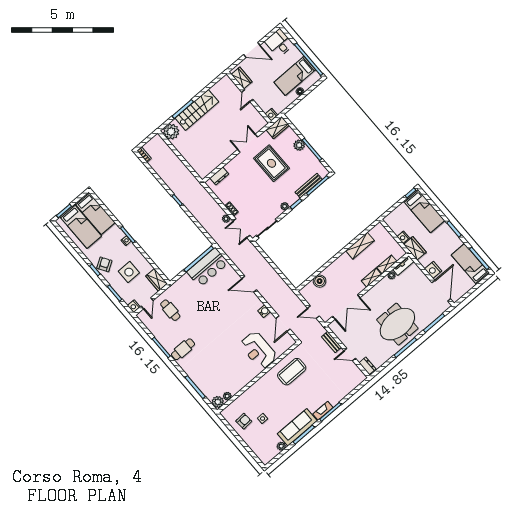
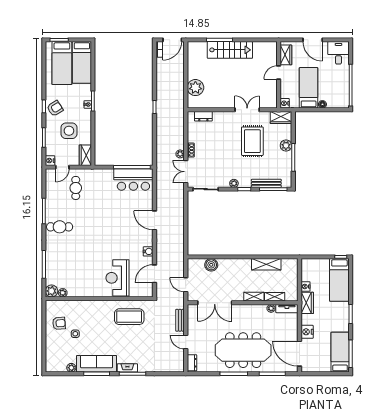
bed: (295, 76) -> (309, 88), moved, turned 90
plant: (171, 132) -> (195, 88), moved
door: (148, 139) -> (172, 40), added
door: (441, 291) -> (299, 354), swing flipped
meeting table: (397, 324) -> (243, 350), width x1.36

